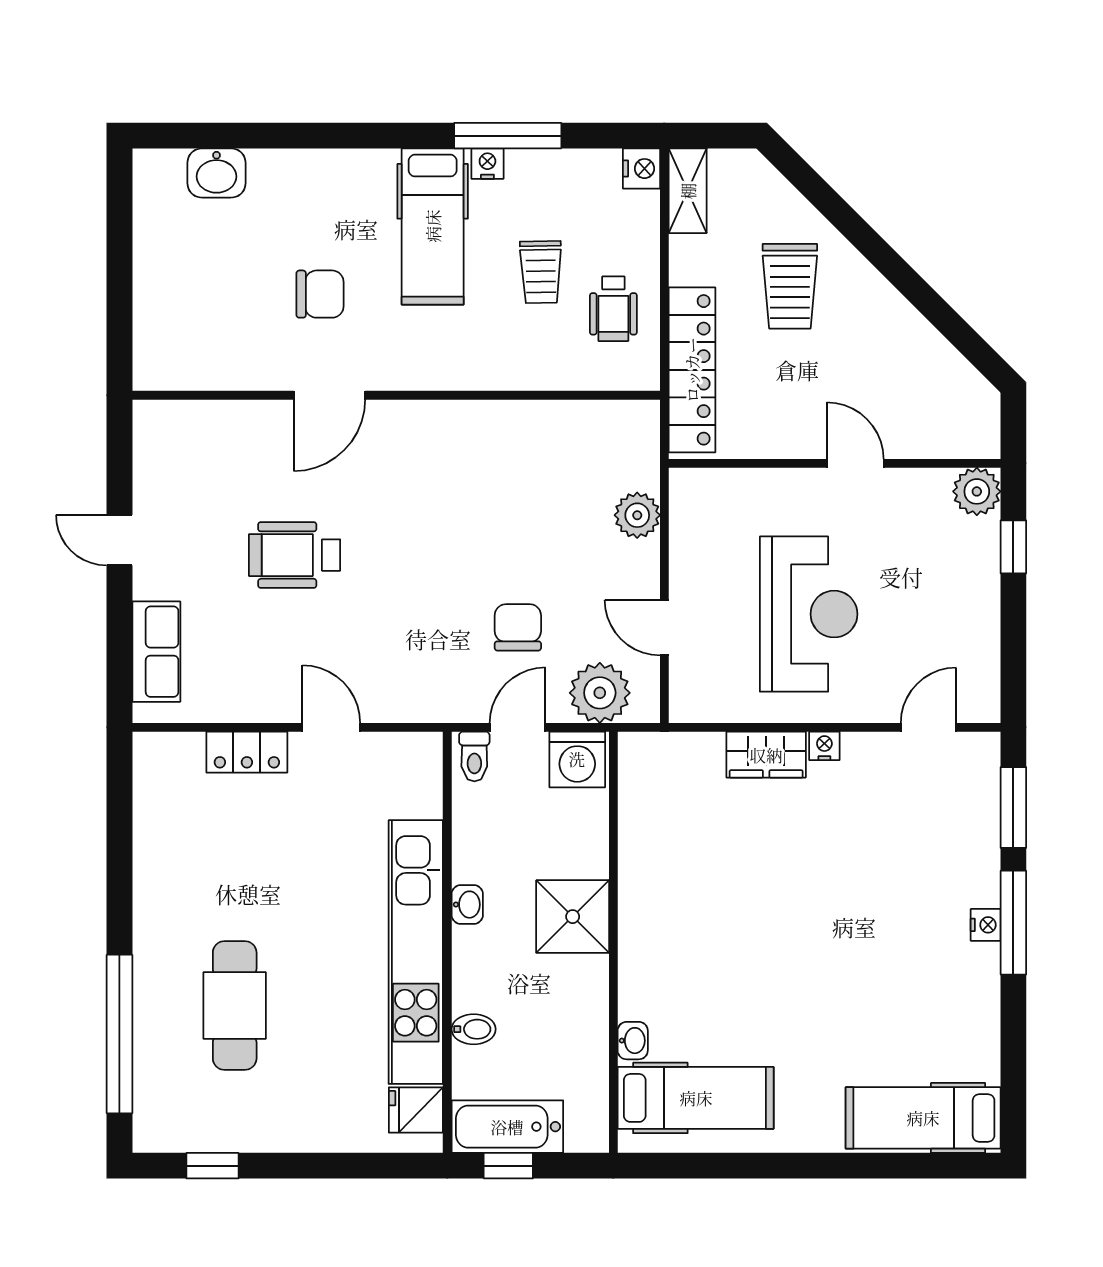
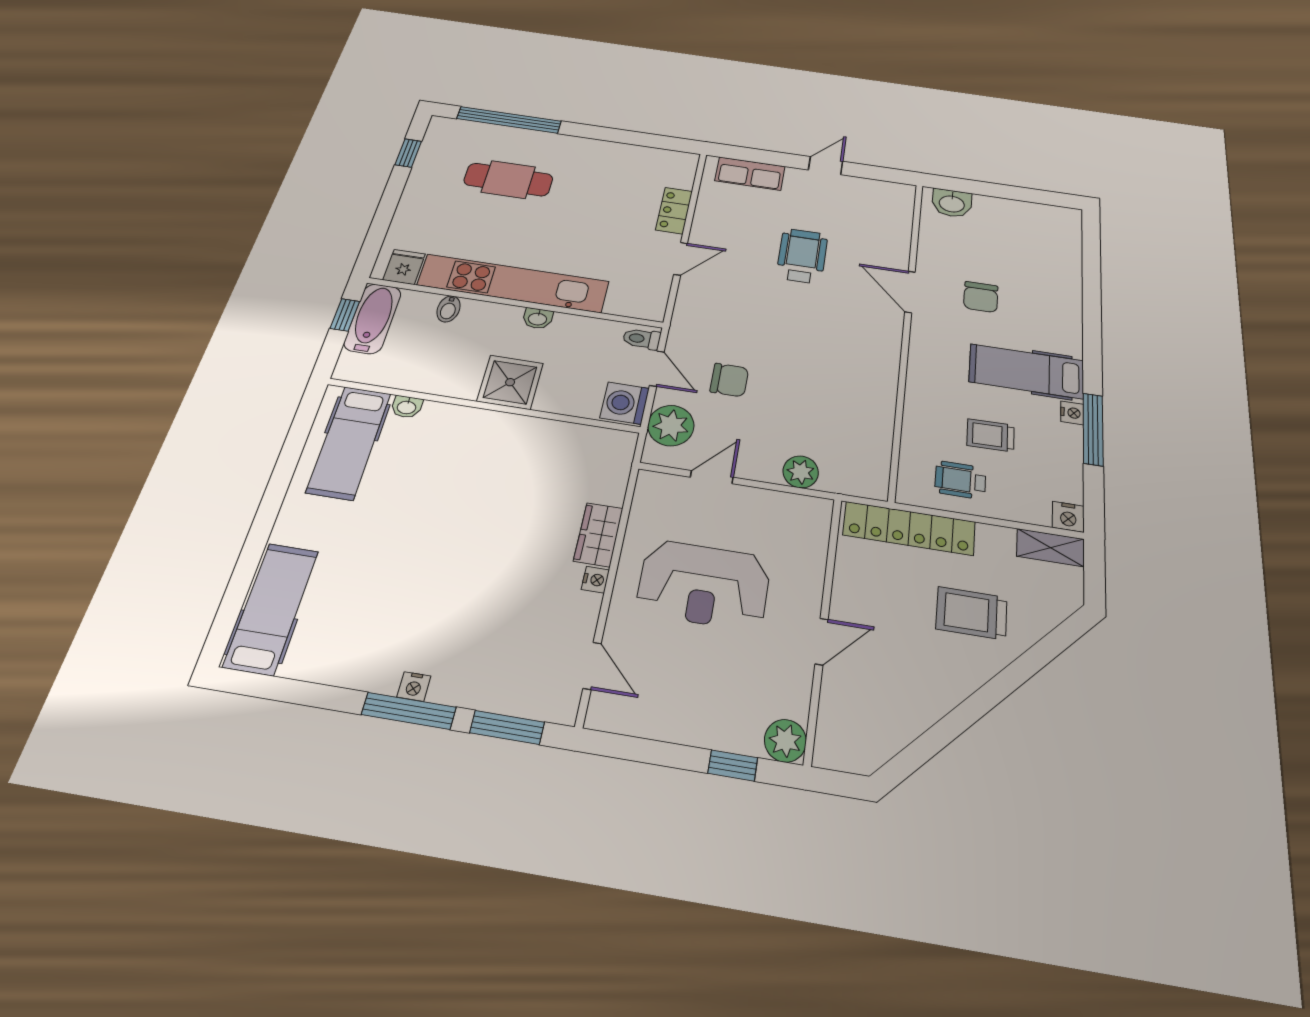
washbasin: (217, 173) -> (952, 203), moved, turned -90

